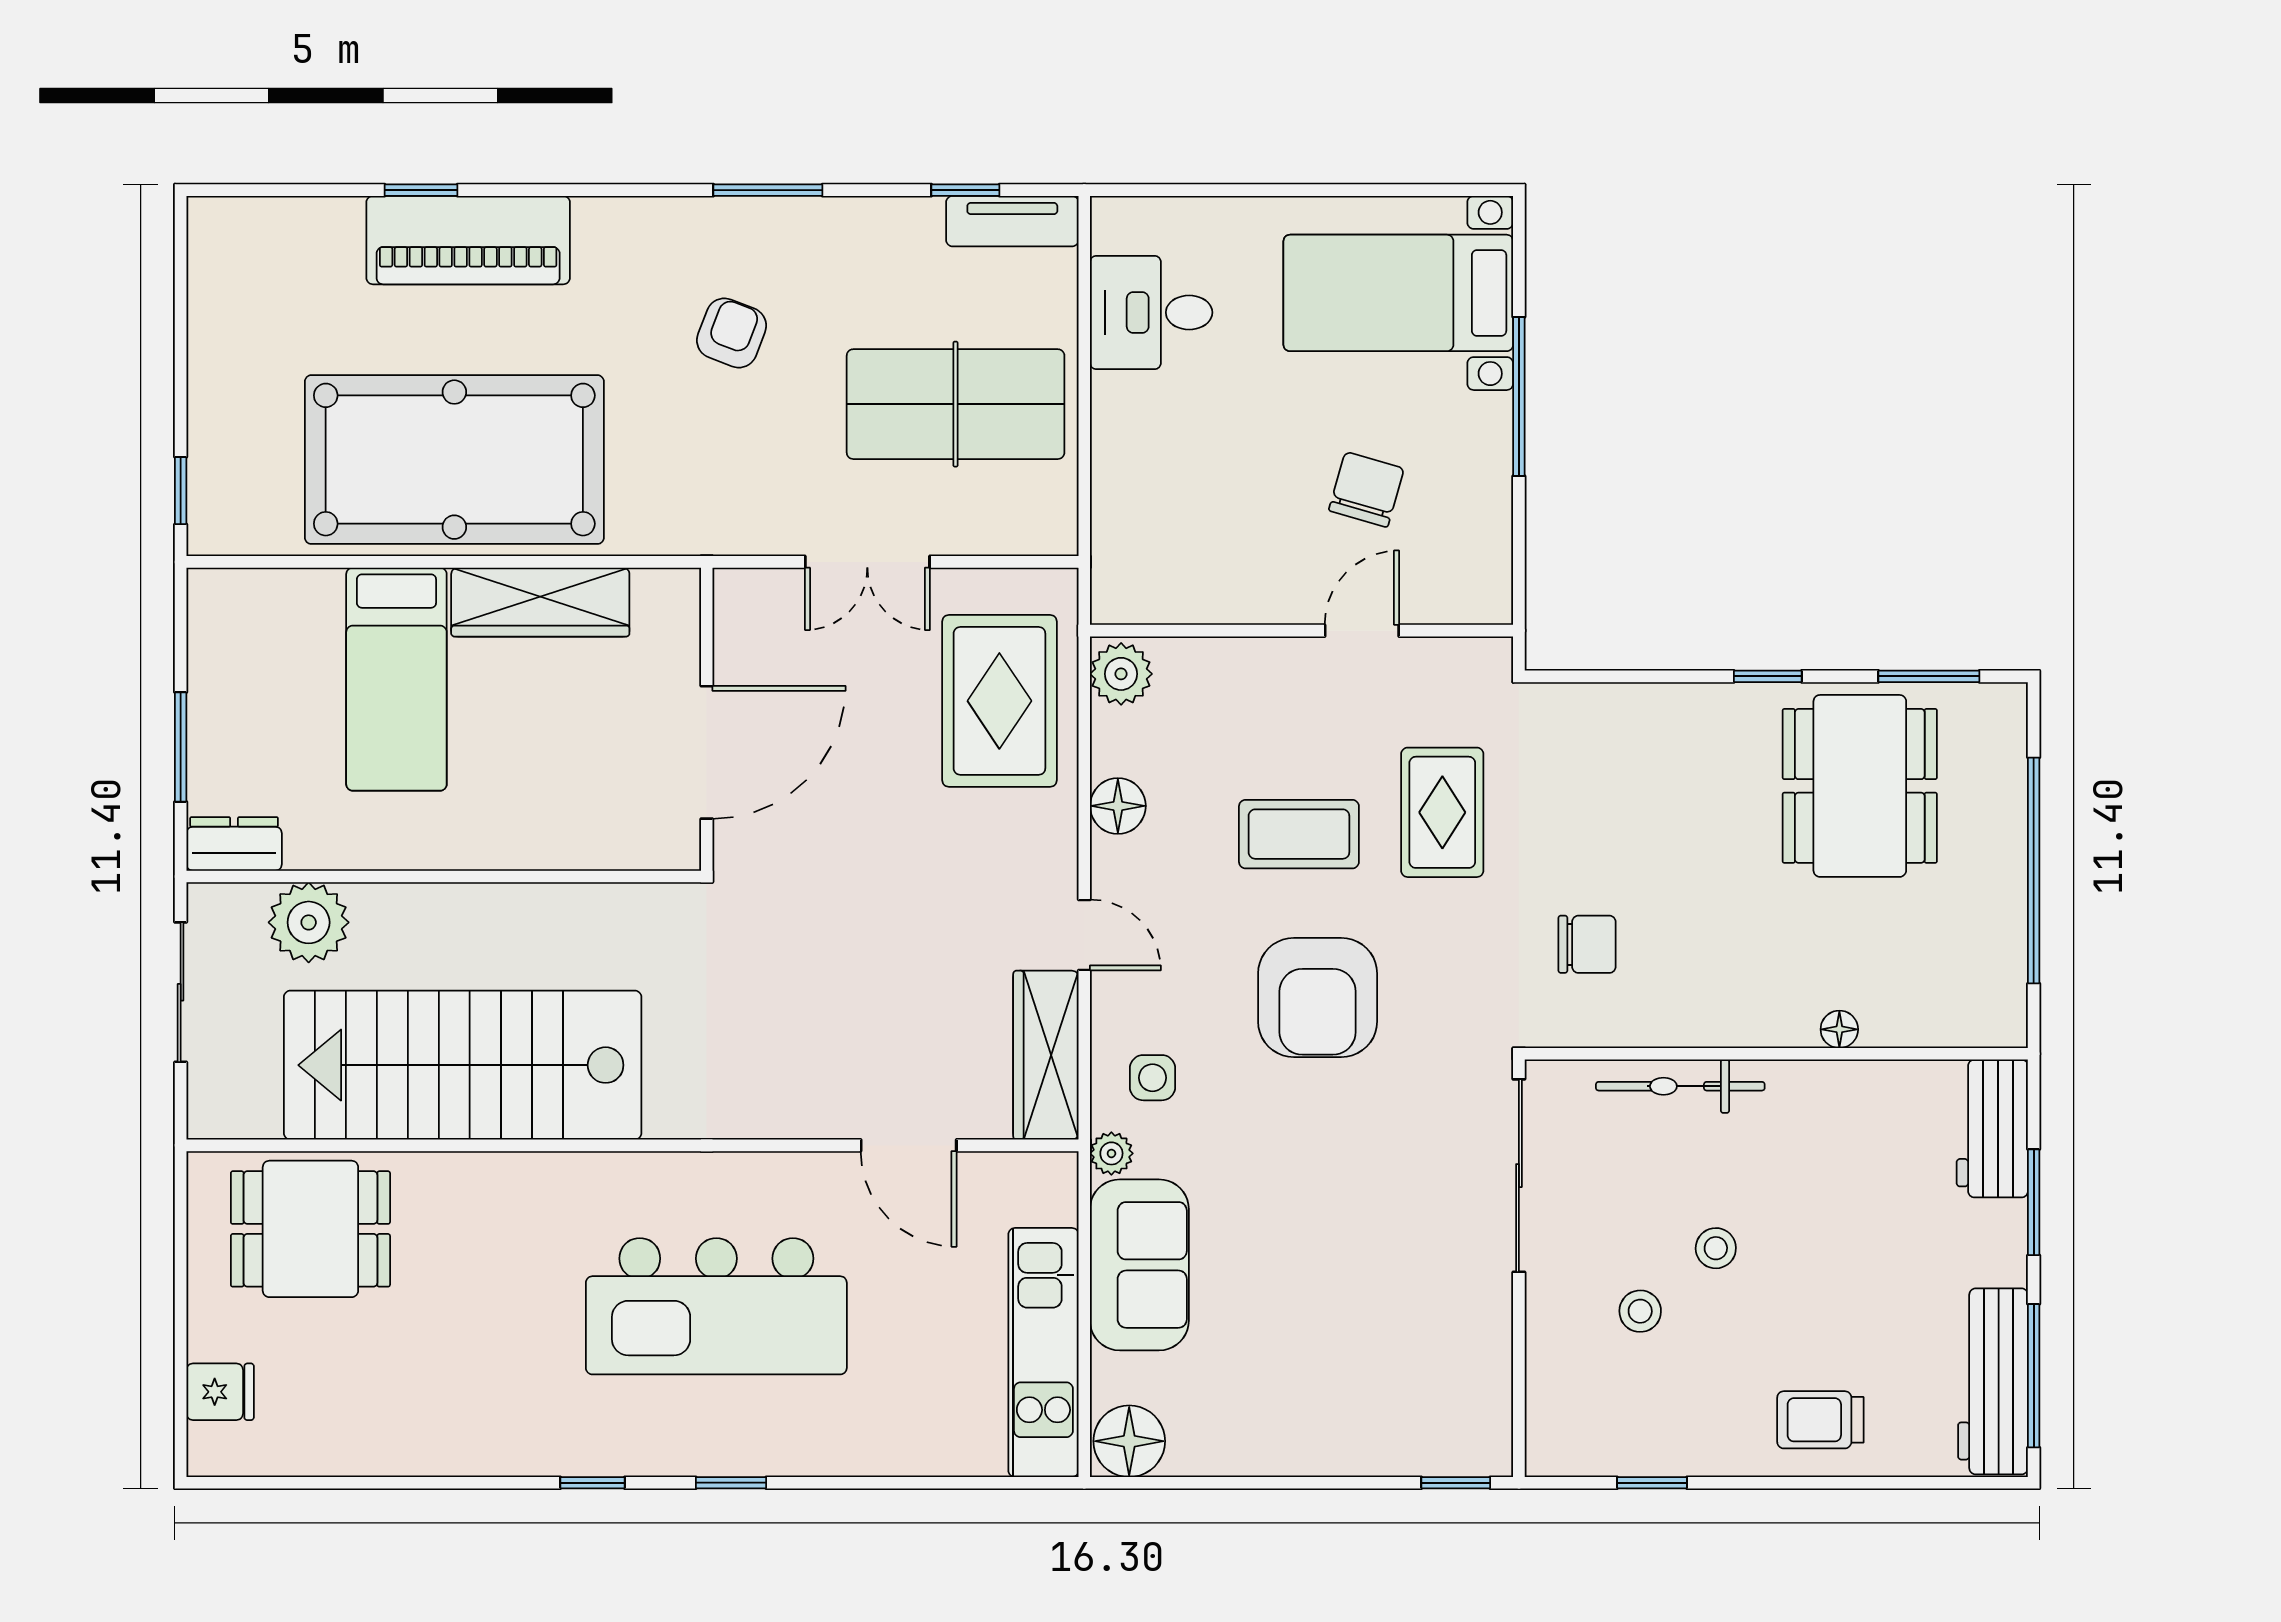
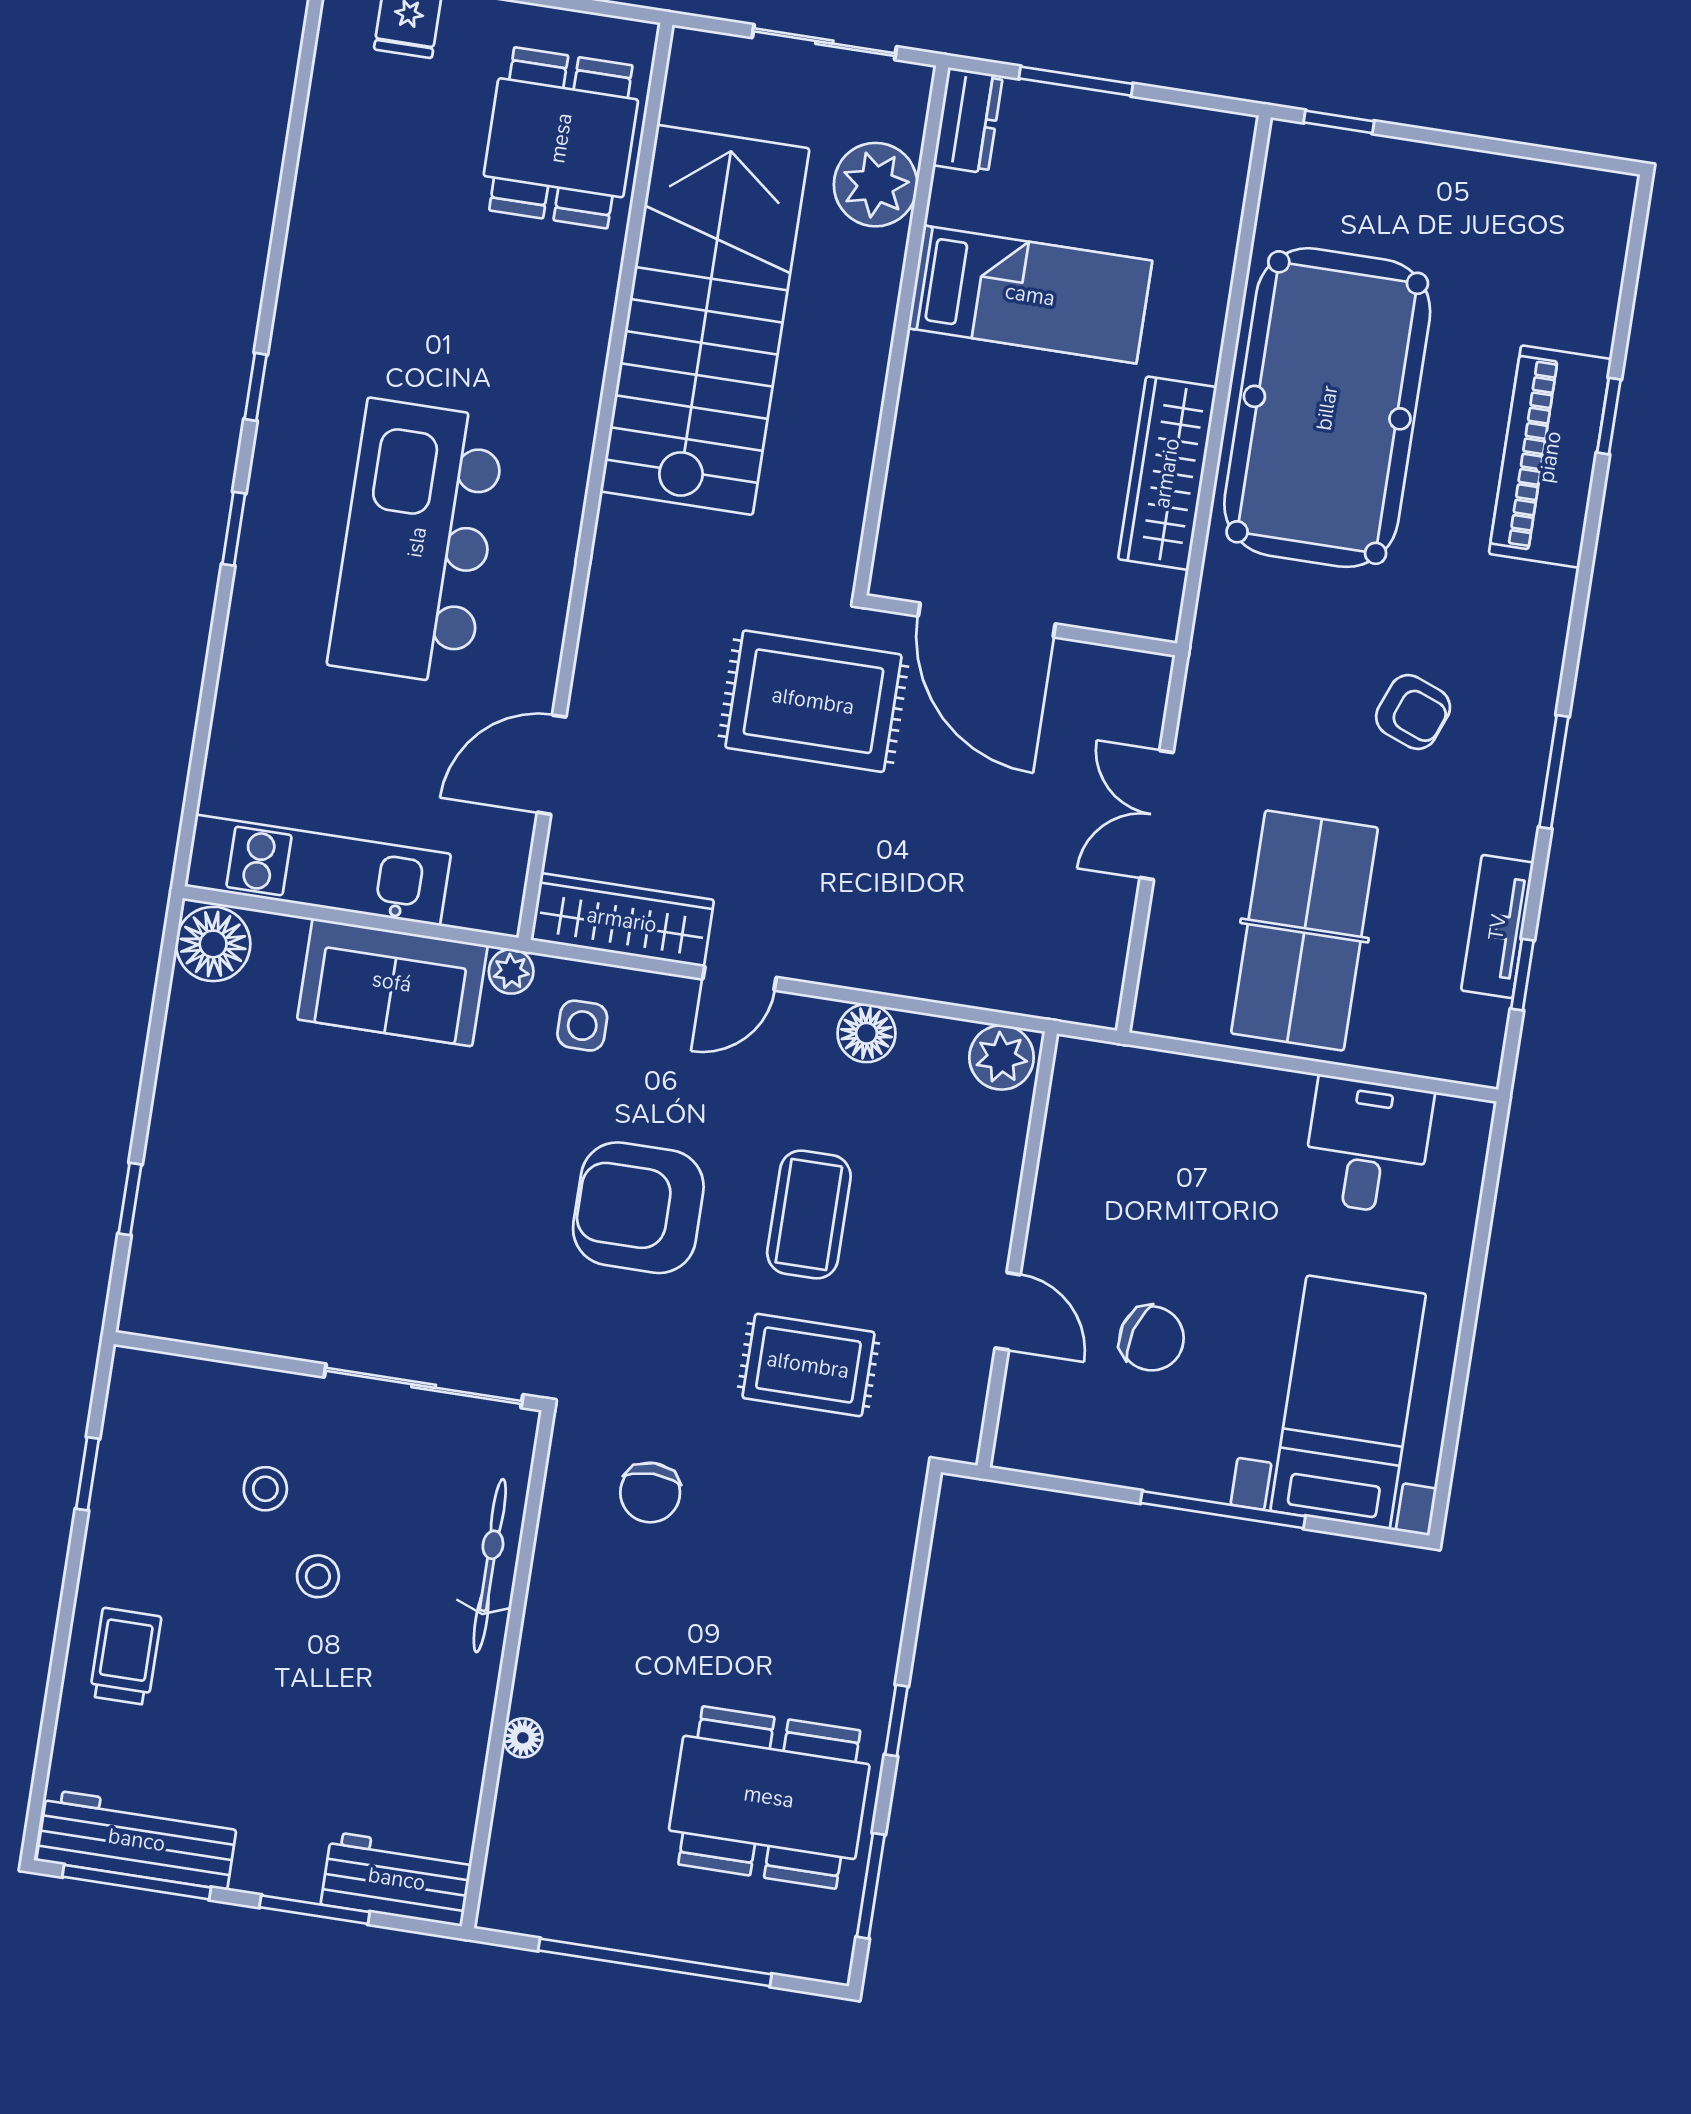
tv unit: (1012, 221) -> (1497, 927), moved
bed: (396, 679) -> (1030, 295), moved, turned 180
rug: (999, 701) -> (813, 701), moved
window: (1456, 1483) -> (130, 1199), moved

